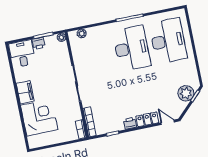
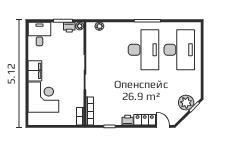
printer: (39, 43) -> (69, 27), moved

